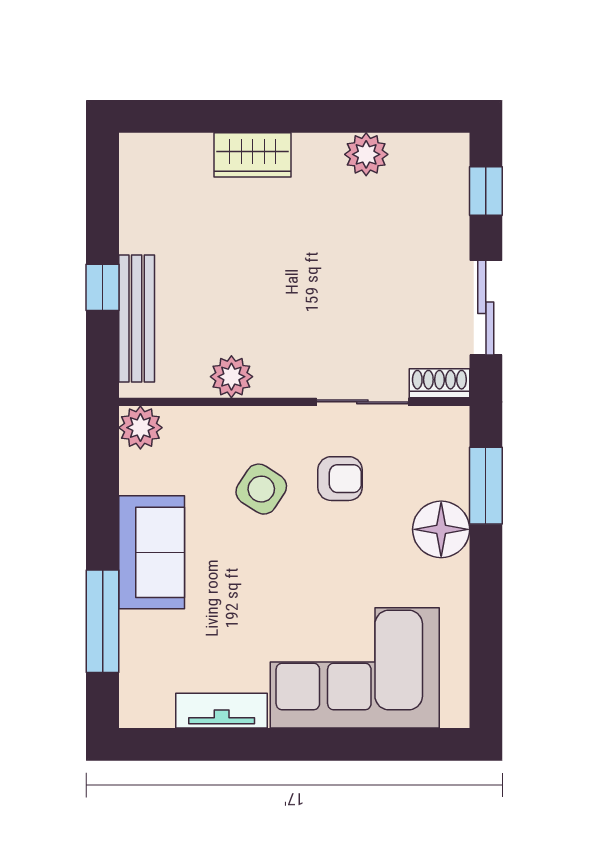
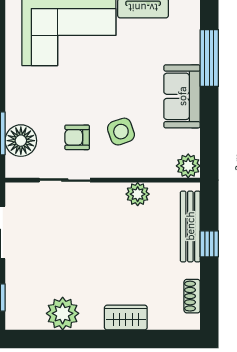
plant: (366, 154) -> (63, 313), width x1.36, depth x1.36
shoe rack: (439, 383) -> (192, 296), moved, turned 90
side table: (261, 489) -> (121, 132), turned 38
floor lamp: (441, 529) -> (21, 141), moved

